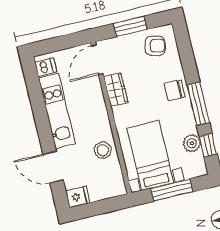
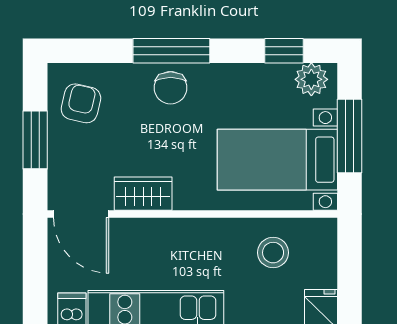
window: (198, 104) -> (171, 51), moved
plant: (192, 143) -> (311, 79), moved
stool: (103, 150) -> (273, 253), moved

